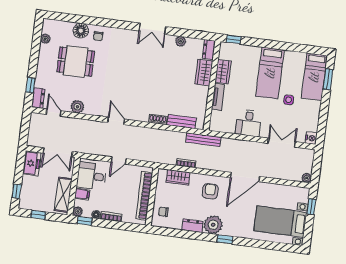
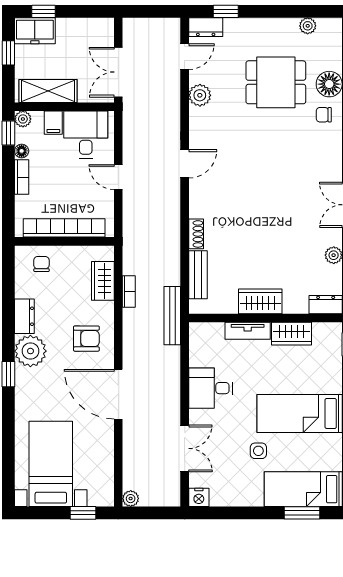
dining table: (76, 62) -> (276, 82), turned 90
wardrobe: (204, 72) -> (260, 301), moved
freezer: (32, 163) -> (35, 31), moved

